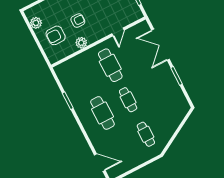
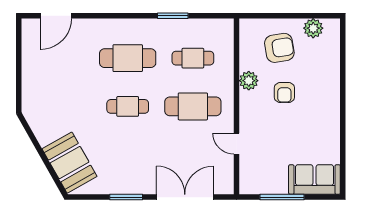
armchair: (56, 35) -> (279, 48), turned 81
booth: (174, 115) -> (70, 163), added
cafe table: (146, 134) -> (193, 58), moved

